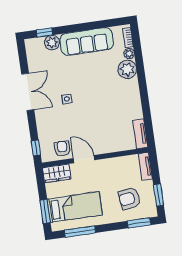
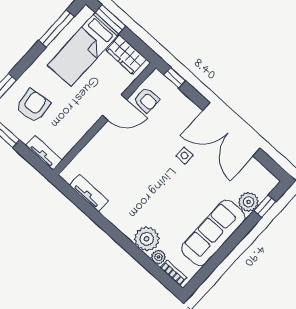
double door: (28, 92) -> (231, 129), width x1.36
tv unit: (140, 134) -> (89, 193), moved
wardrobe: (57, 173) -> (126, 55), moved, turned -90

